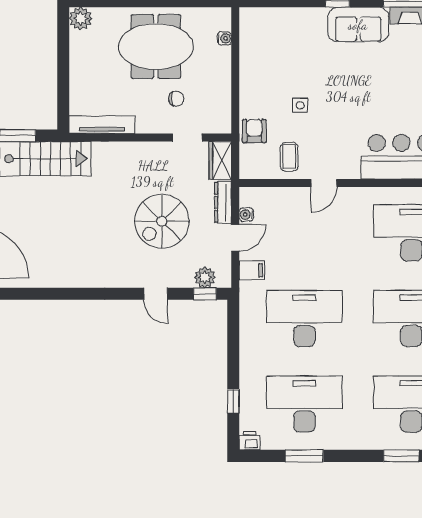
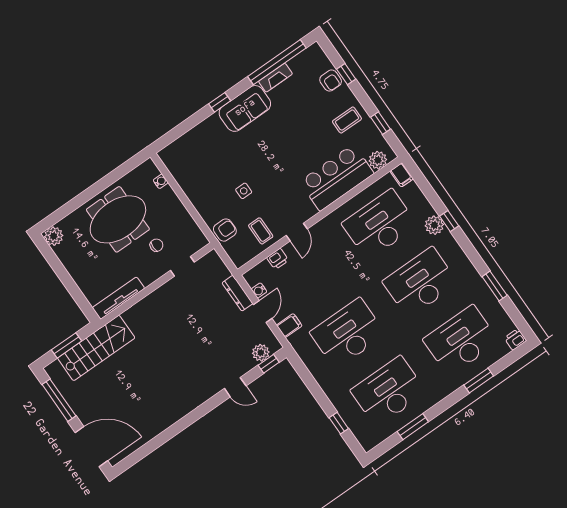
armchair: (254, 131) -> (225, 230), turned 90
wardrobe: (220, 161) -> (216, 266), removed
spiral stairs: (162, 221) -> (205, 335), removed
printer: (249, 441) -> (278, 259), moved, turned 180

